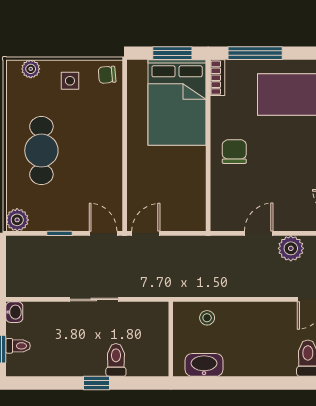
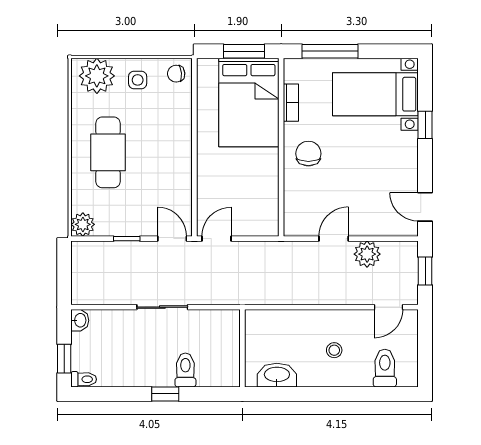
plant: (31, 69) -> (97, 76), width x1.87, depth x1.87
bookcase: (218, 78) -> (291, 103), moved
stool: (207, 318) -> (334, 350), moved
toilet: (18, 346) -> (84, 379), moved

